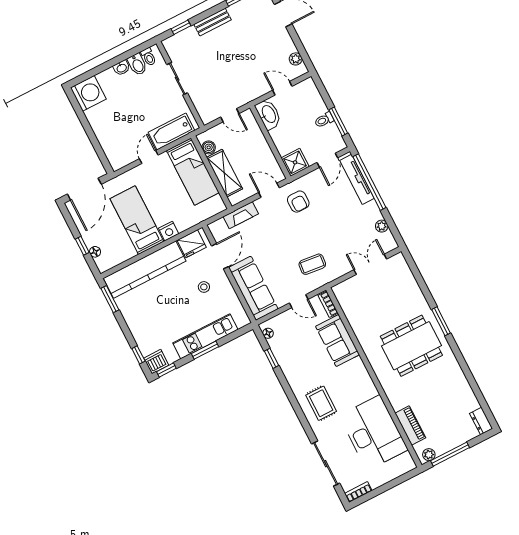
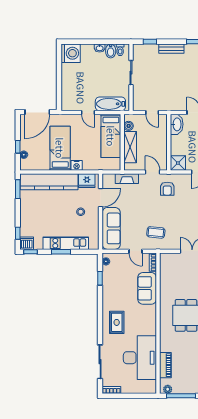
door: (149, 157) -> (88, 113), swing flipped

